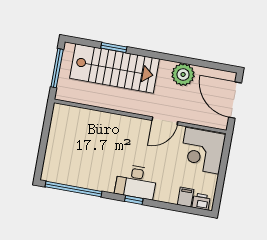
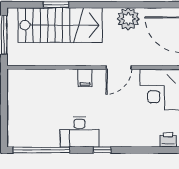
desk: (136, 182) -> (80, 132), moved
filing cabinet: (186, 197) -> (85, 78), moved, turned 180

